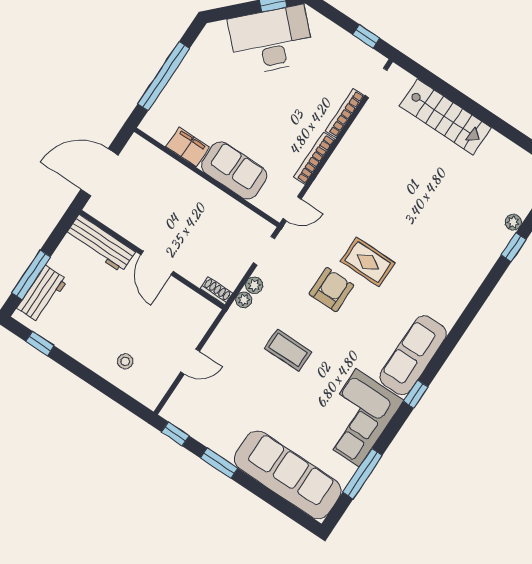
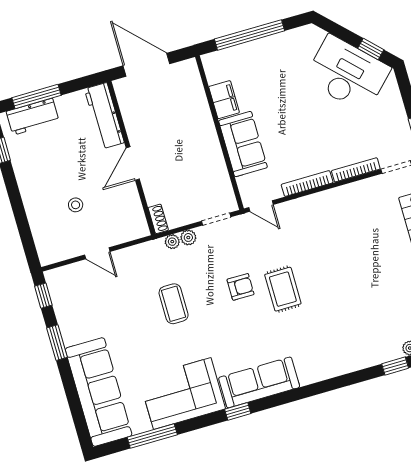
armchair: (331, 290) -> (241, 287), width x0.72, depth x0.72
stool: (125, 361) -> (76, 205), moved

